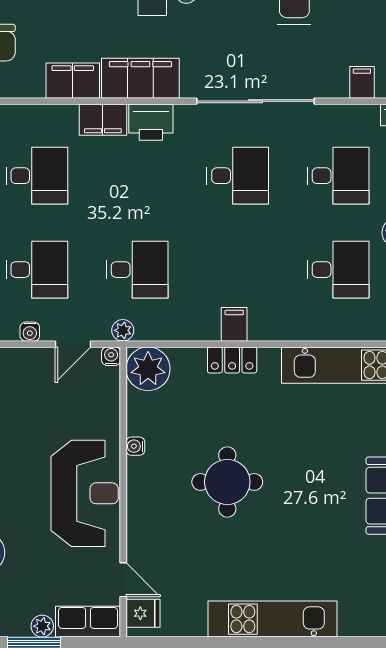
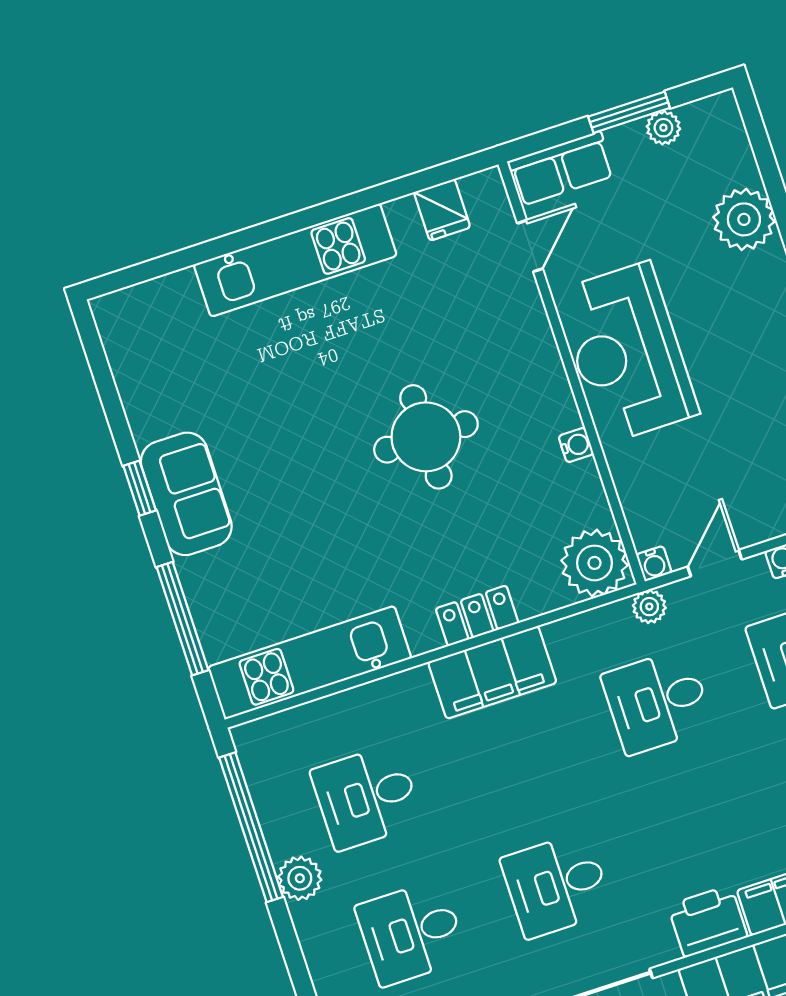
filing cabinet: (234, 324) -> (492, 672), width x3.00, depth x1.17
door: (123, 580) -> (530, 246), swing flipped
fridge: (143, 613) -> (442, 210), moved, turned -90
plant: (42, 626) -> (663, 128), moved

